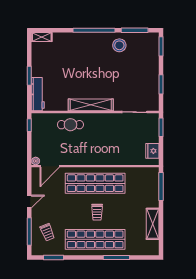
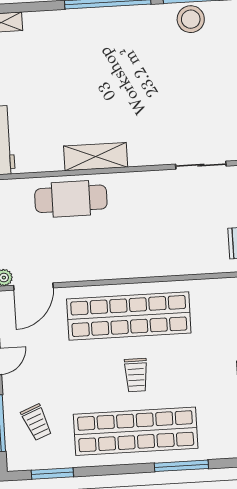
stool: (119, 45) -> (191, 19), moved
shelving: (91, 105) -> (96, 157), width x0.68
cafe table: (70, 125) -> (71, 199), width x1.37, depth x1.35

